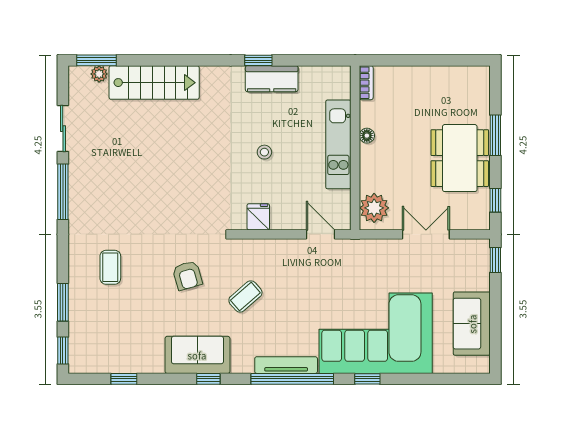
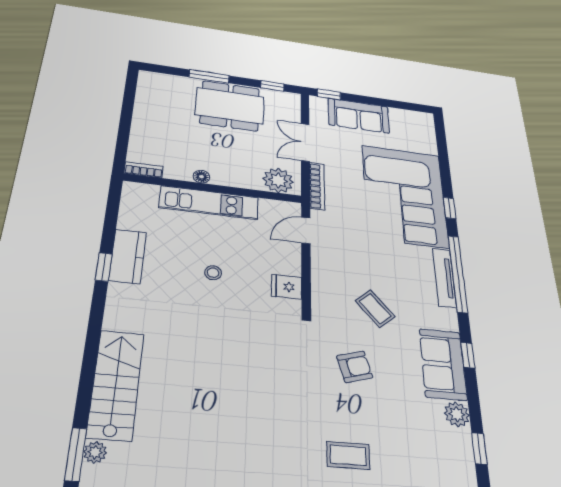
bookcase: (373, 246) -> (317, 186), added
sofa: (472, 324) -> (359, 116), moved
plant: (152, 362) -> (457, 414), added

